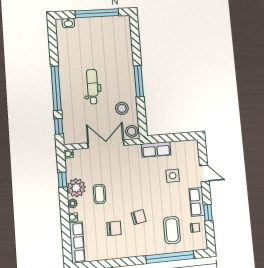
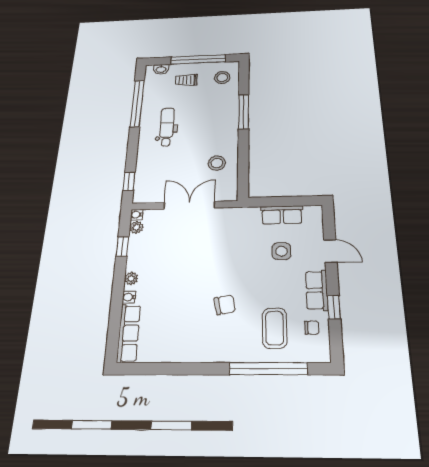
trolley: (90, 34) -> (186, 80), added
window: (139, 81) -> (244, 112), moved
dental chair: (92, 87) -> (167, 127), moved
window: (56, 88) -> (137, 103), moved
stool: (132, 131) -> (222, 78), moved
row of seats: (156, 149) -> (282, 215), moved
plant: (76, 188) -> (136, 227), moved, width x0.53, depth x0.53
coffee table: (100, 194) -> (171, 269), removed
chair: (114, 228) -> (186, 318), removed

